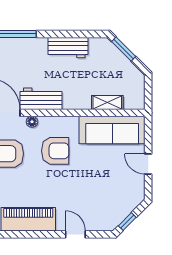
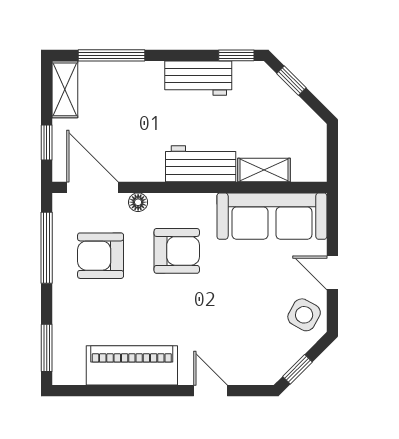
window: (91, 34) -> (236, 55), added
window: (124, 49) -> (291, 81), width x0.67
workbench: (41, 99) -> (201, 164), moved
side table: (131, 189) -> (304, 315), added

